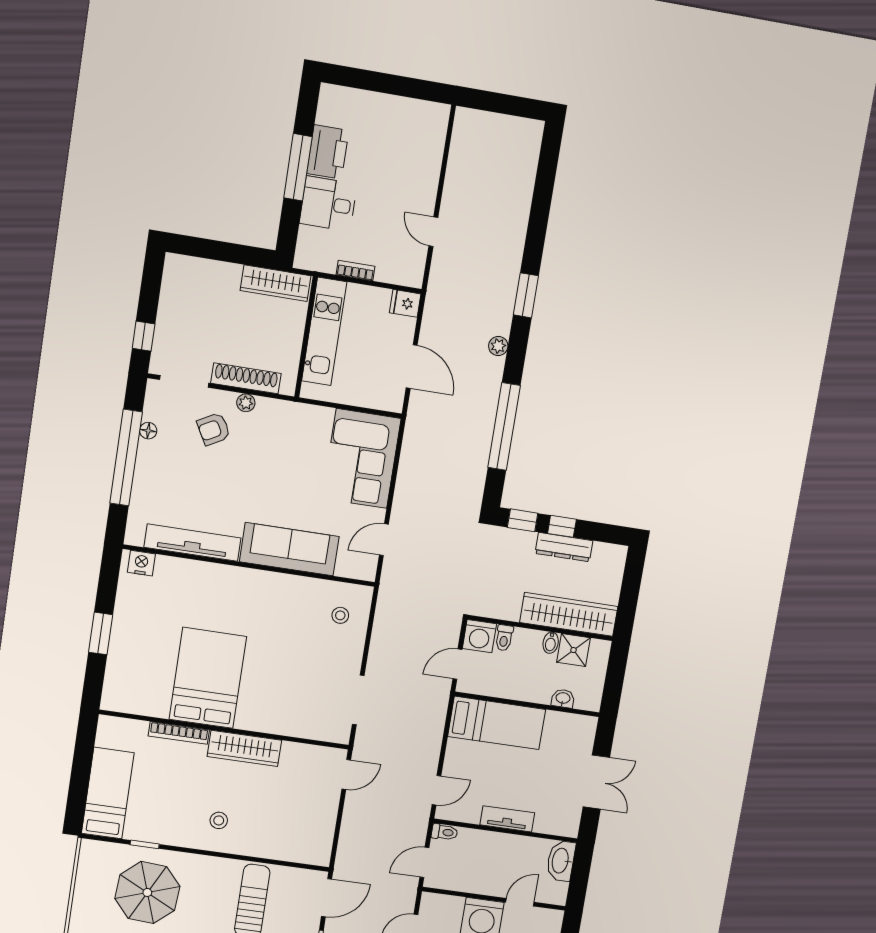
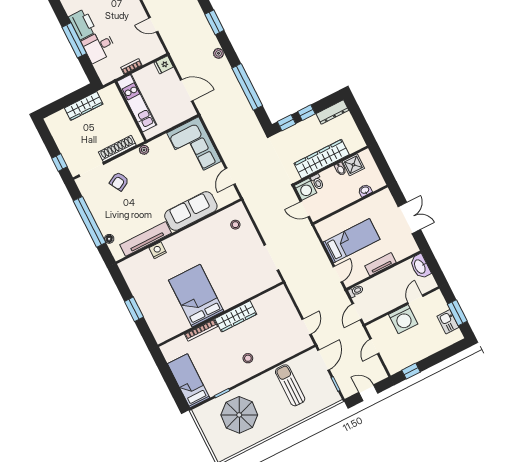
wardrobe: (276, 283) -> (84, 106), moved
plant: (246, 403) -> (144, 150), moved
floor lamp: (148, 431) -> (109, 239), moved
dresser: (564, 547) -> (332, 112), moved
nightstand: (141, 563) -> (158, 250), moved
wardrobe: (569, 614) -> (322, 159), moved
door: (457, 664) -> (305, 209), hinge flipped
bed: (497, 723) -> (352, 241), moved
door: (346, 774) -> (307, 327), moved

